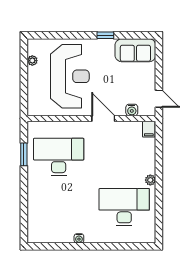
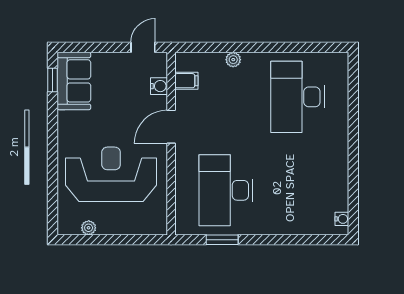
window: (105, 35) -> (52, 80), moved
filing cabinet: (149, 129) -> (186, 81), moved
plant: (150, 180) -> (233, 60), moved
water cooler: (79, 238) -> (342, 219), moved

